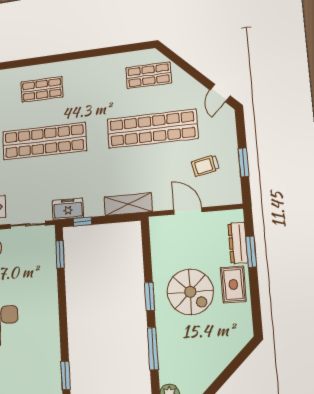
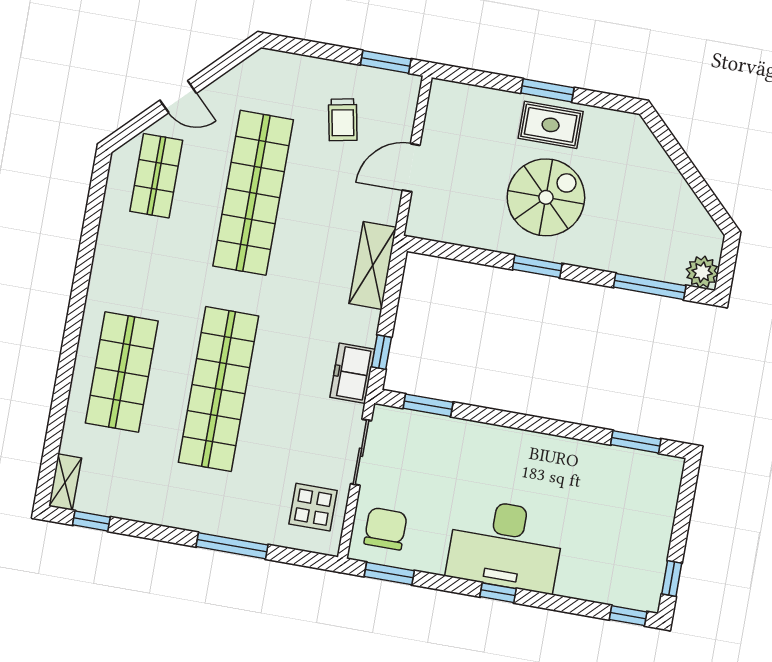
shop shelf: (42, 89) -> (122, 372), width x1.43, depth x1.36
door: (220, 93) -> (178, 97), moved
window: (244, 162) -> (386, 62), moved
dresser: (238, 243) -> (485, 100), removed
window: (251, 252) -> (547, 90), moved
window: (153, 349) -> (650, 286), moved

